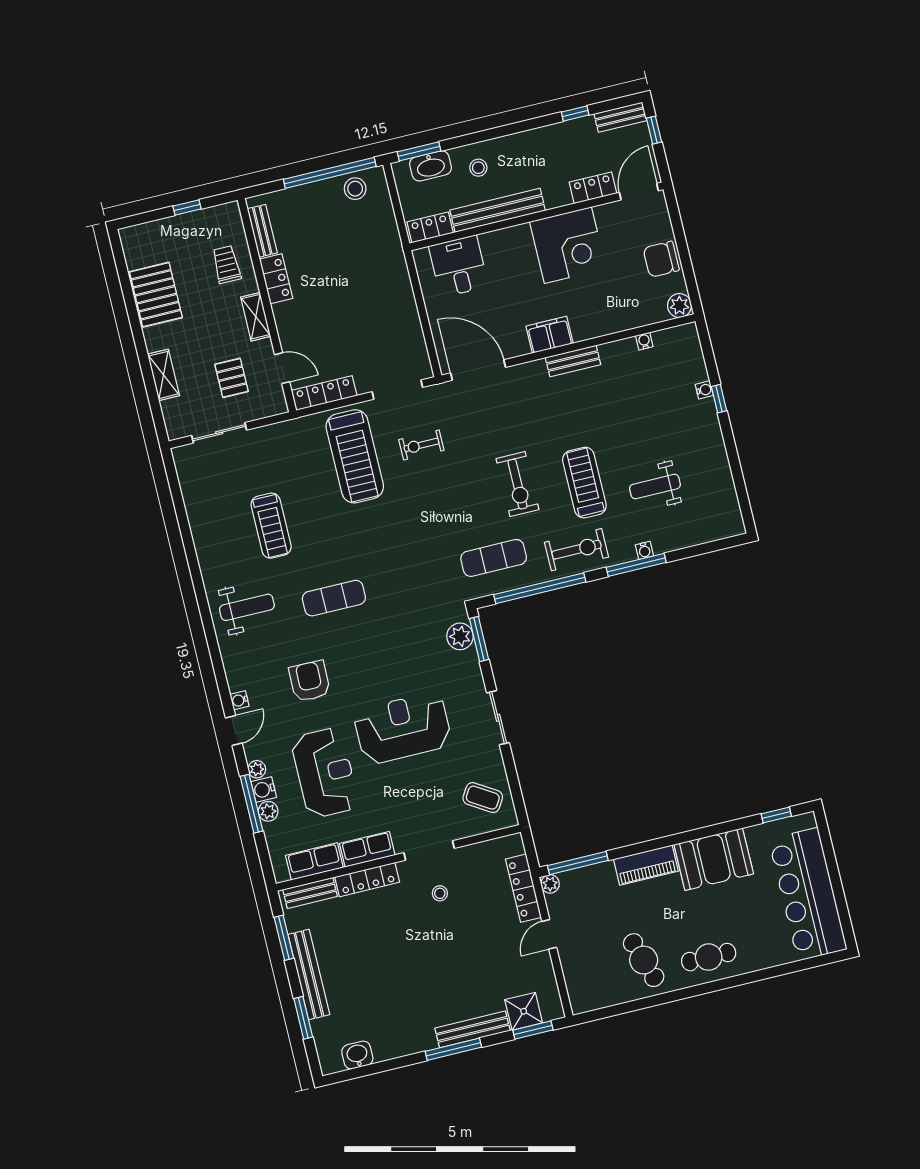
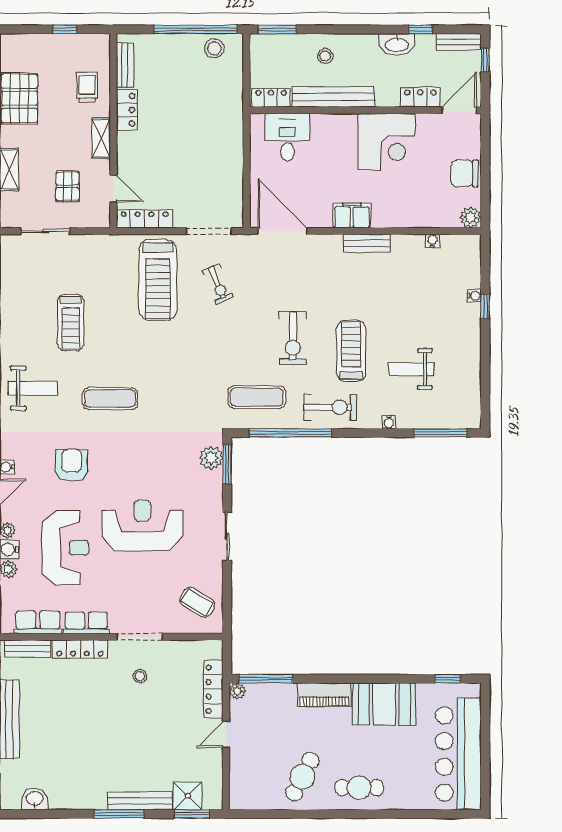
washbasin: (431, 166) -> (397, 44), moved
exercise bike: (421, 445) -> (218, 284), turned -113
window: (636, 565) -> (440, 433), moved
cafe table: (644, 960) -> (302, 777), turned 45

